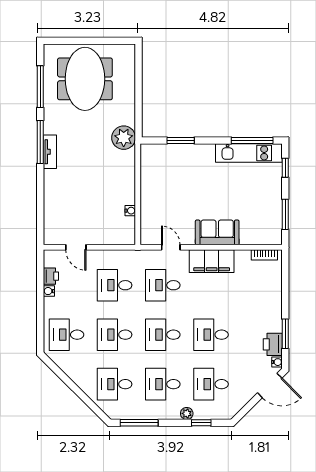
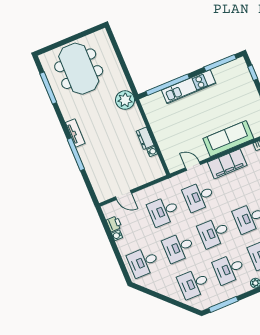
window: (181, 140) -> (168, 85), width x2.11
window: (40, 142) -> (76, 154), moved
kitchen unit: (249, 153) -> (189, 87), moved
dresser: (128, 192) -> (145, 138), added
sofa: (217, 232) -> (228, 139), width x1.36

